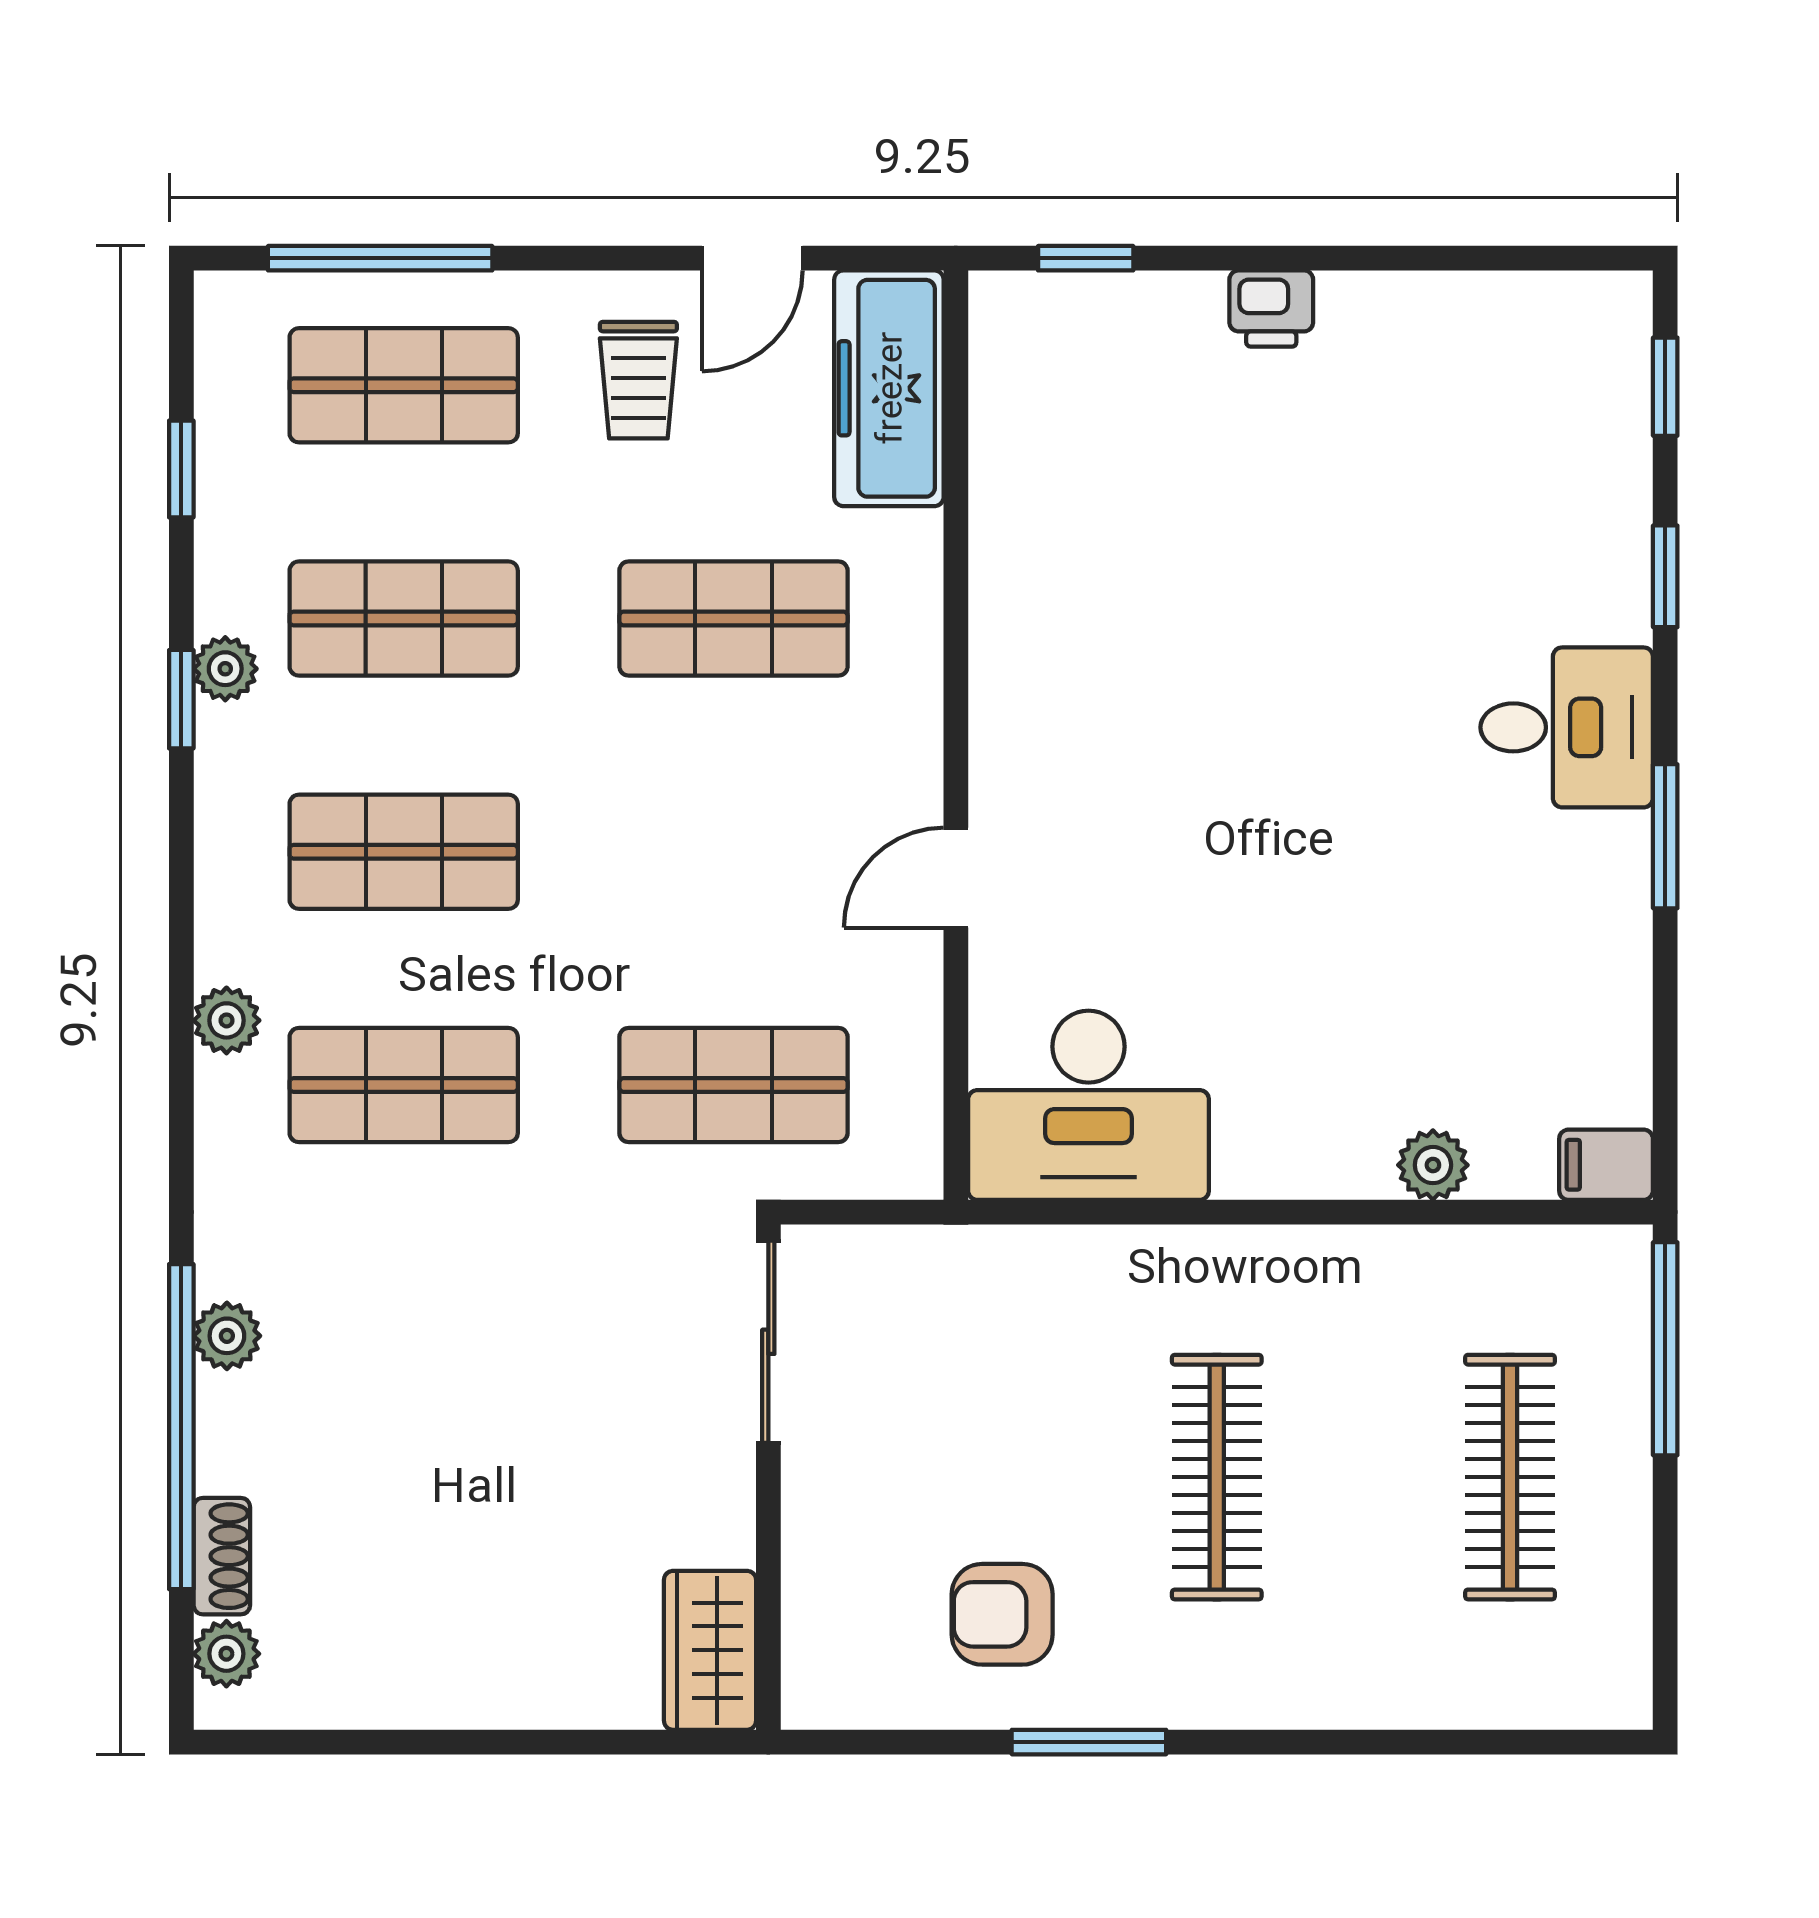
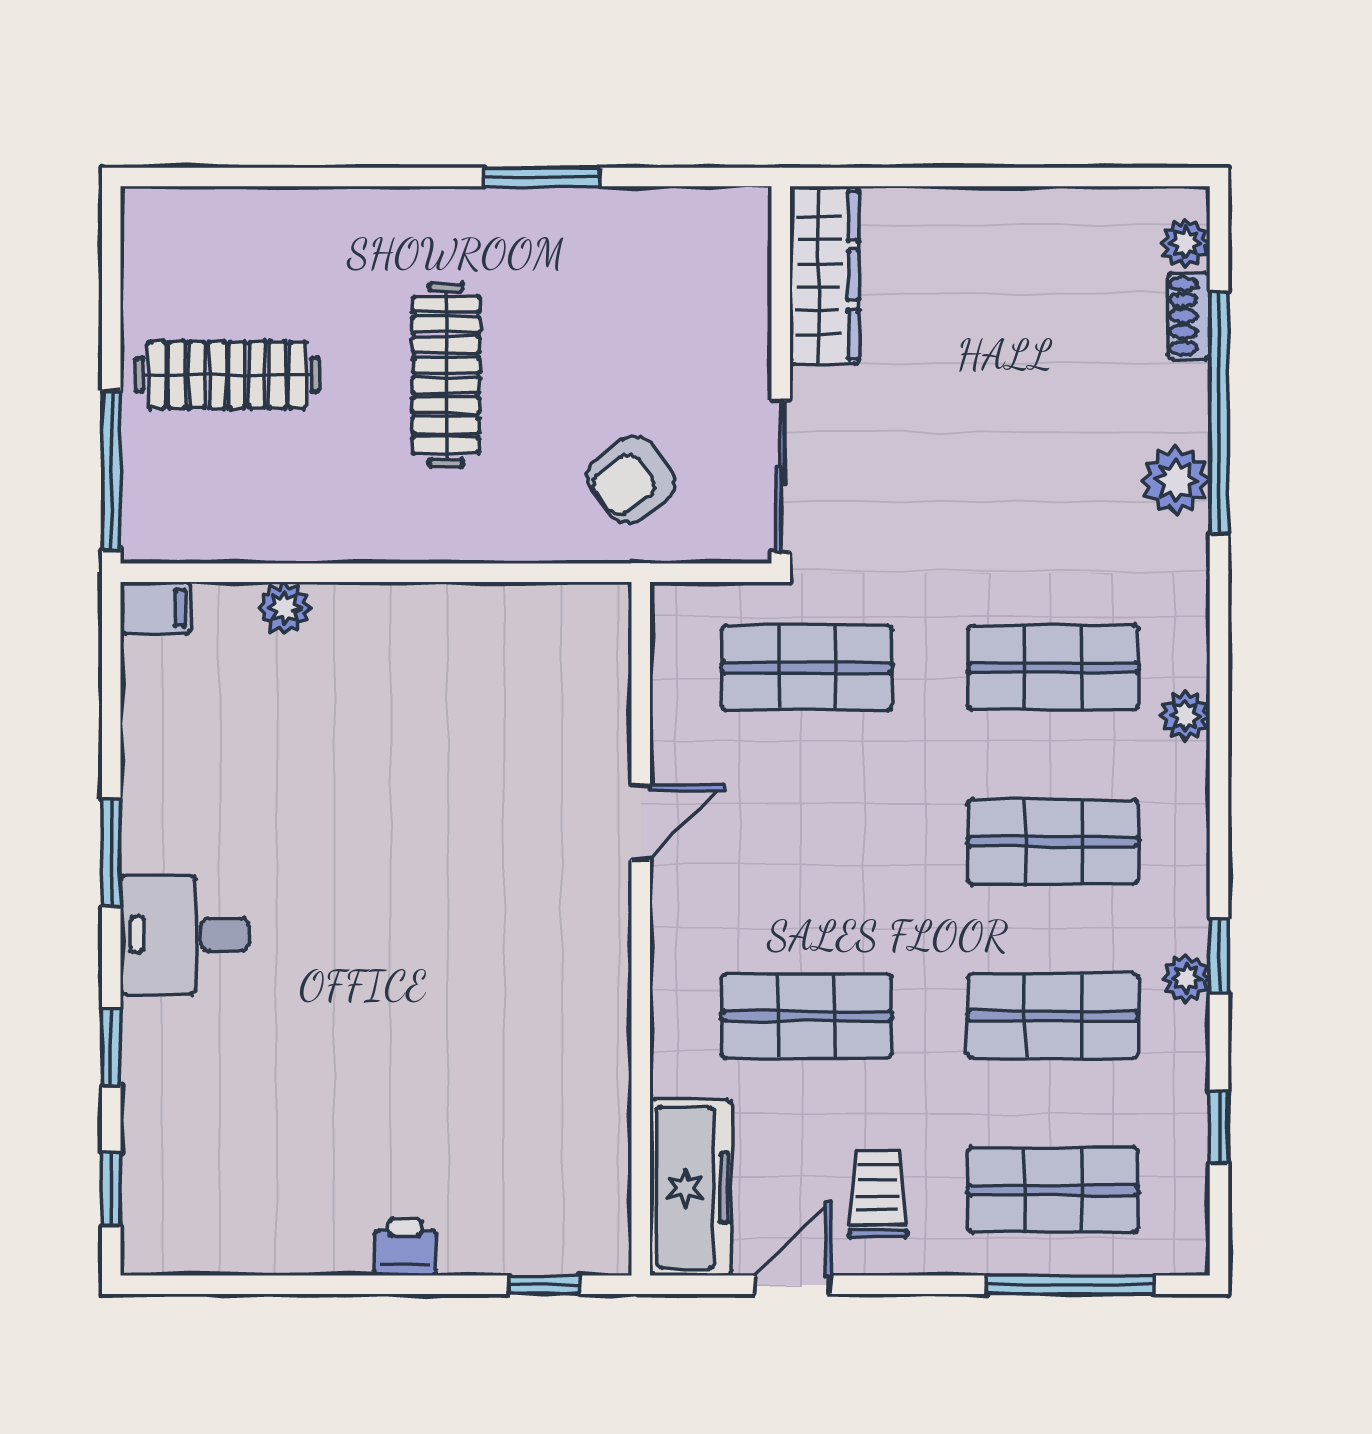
desk: (1088, 1105) -> (542, 652), removed
plant: (227, 1336) -> (1176, 480), width x1.38, depth x1.38
clothes rail: (1510, 1477) -> (227, 375), turned 90
armchair: (1002, 1614) -> (631, 480), moved, turned 144
wardrobe: (710, 1650) -> (824, 275), width x1.50

